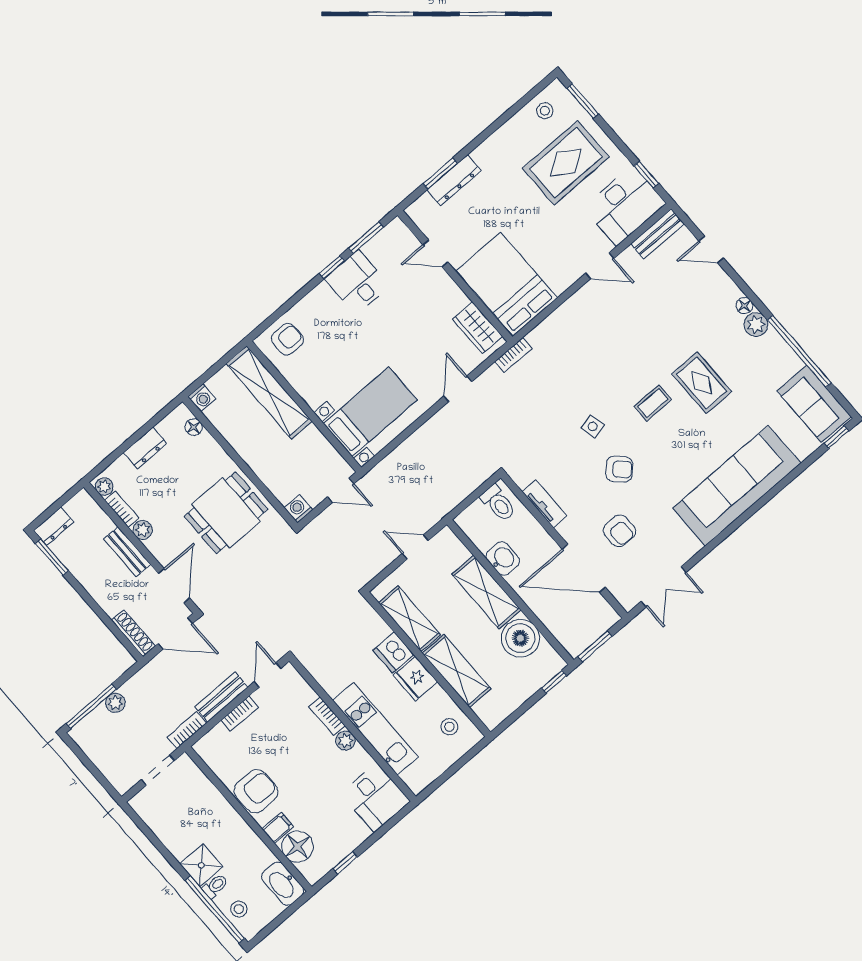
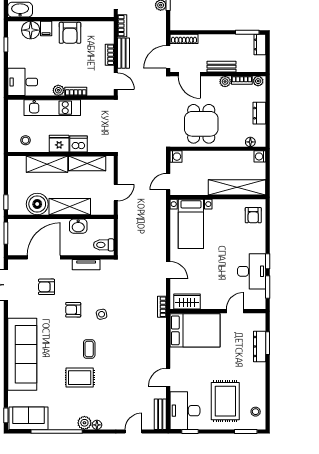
desk: (357, 282) -> (252, 271), width x1.37
armchair: (619, 469) -> (73, 310), turned 46

